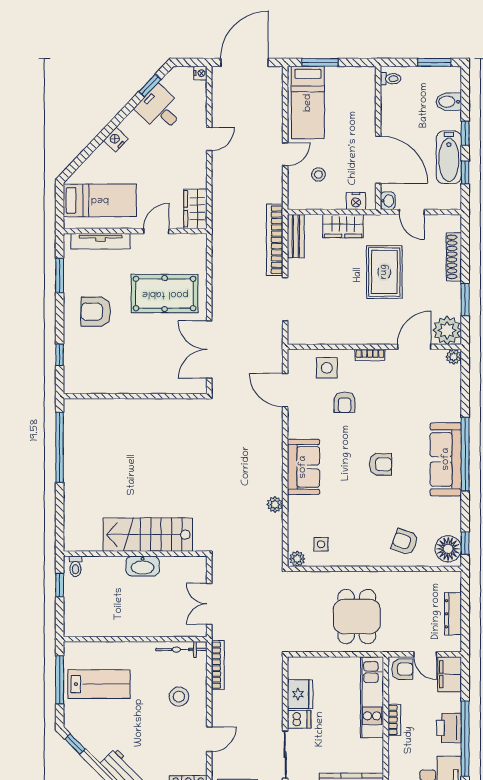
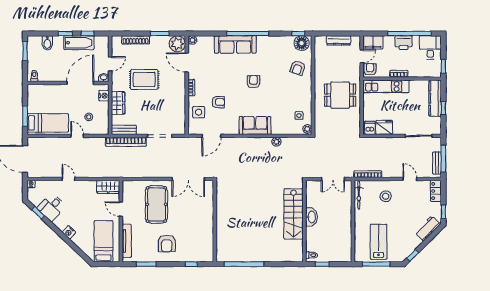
sofa: (446, 459) -> (235, 45), moved
dishwasher: (299, 719) -> (370, 128), moved

